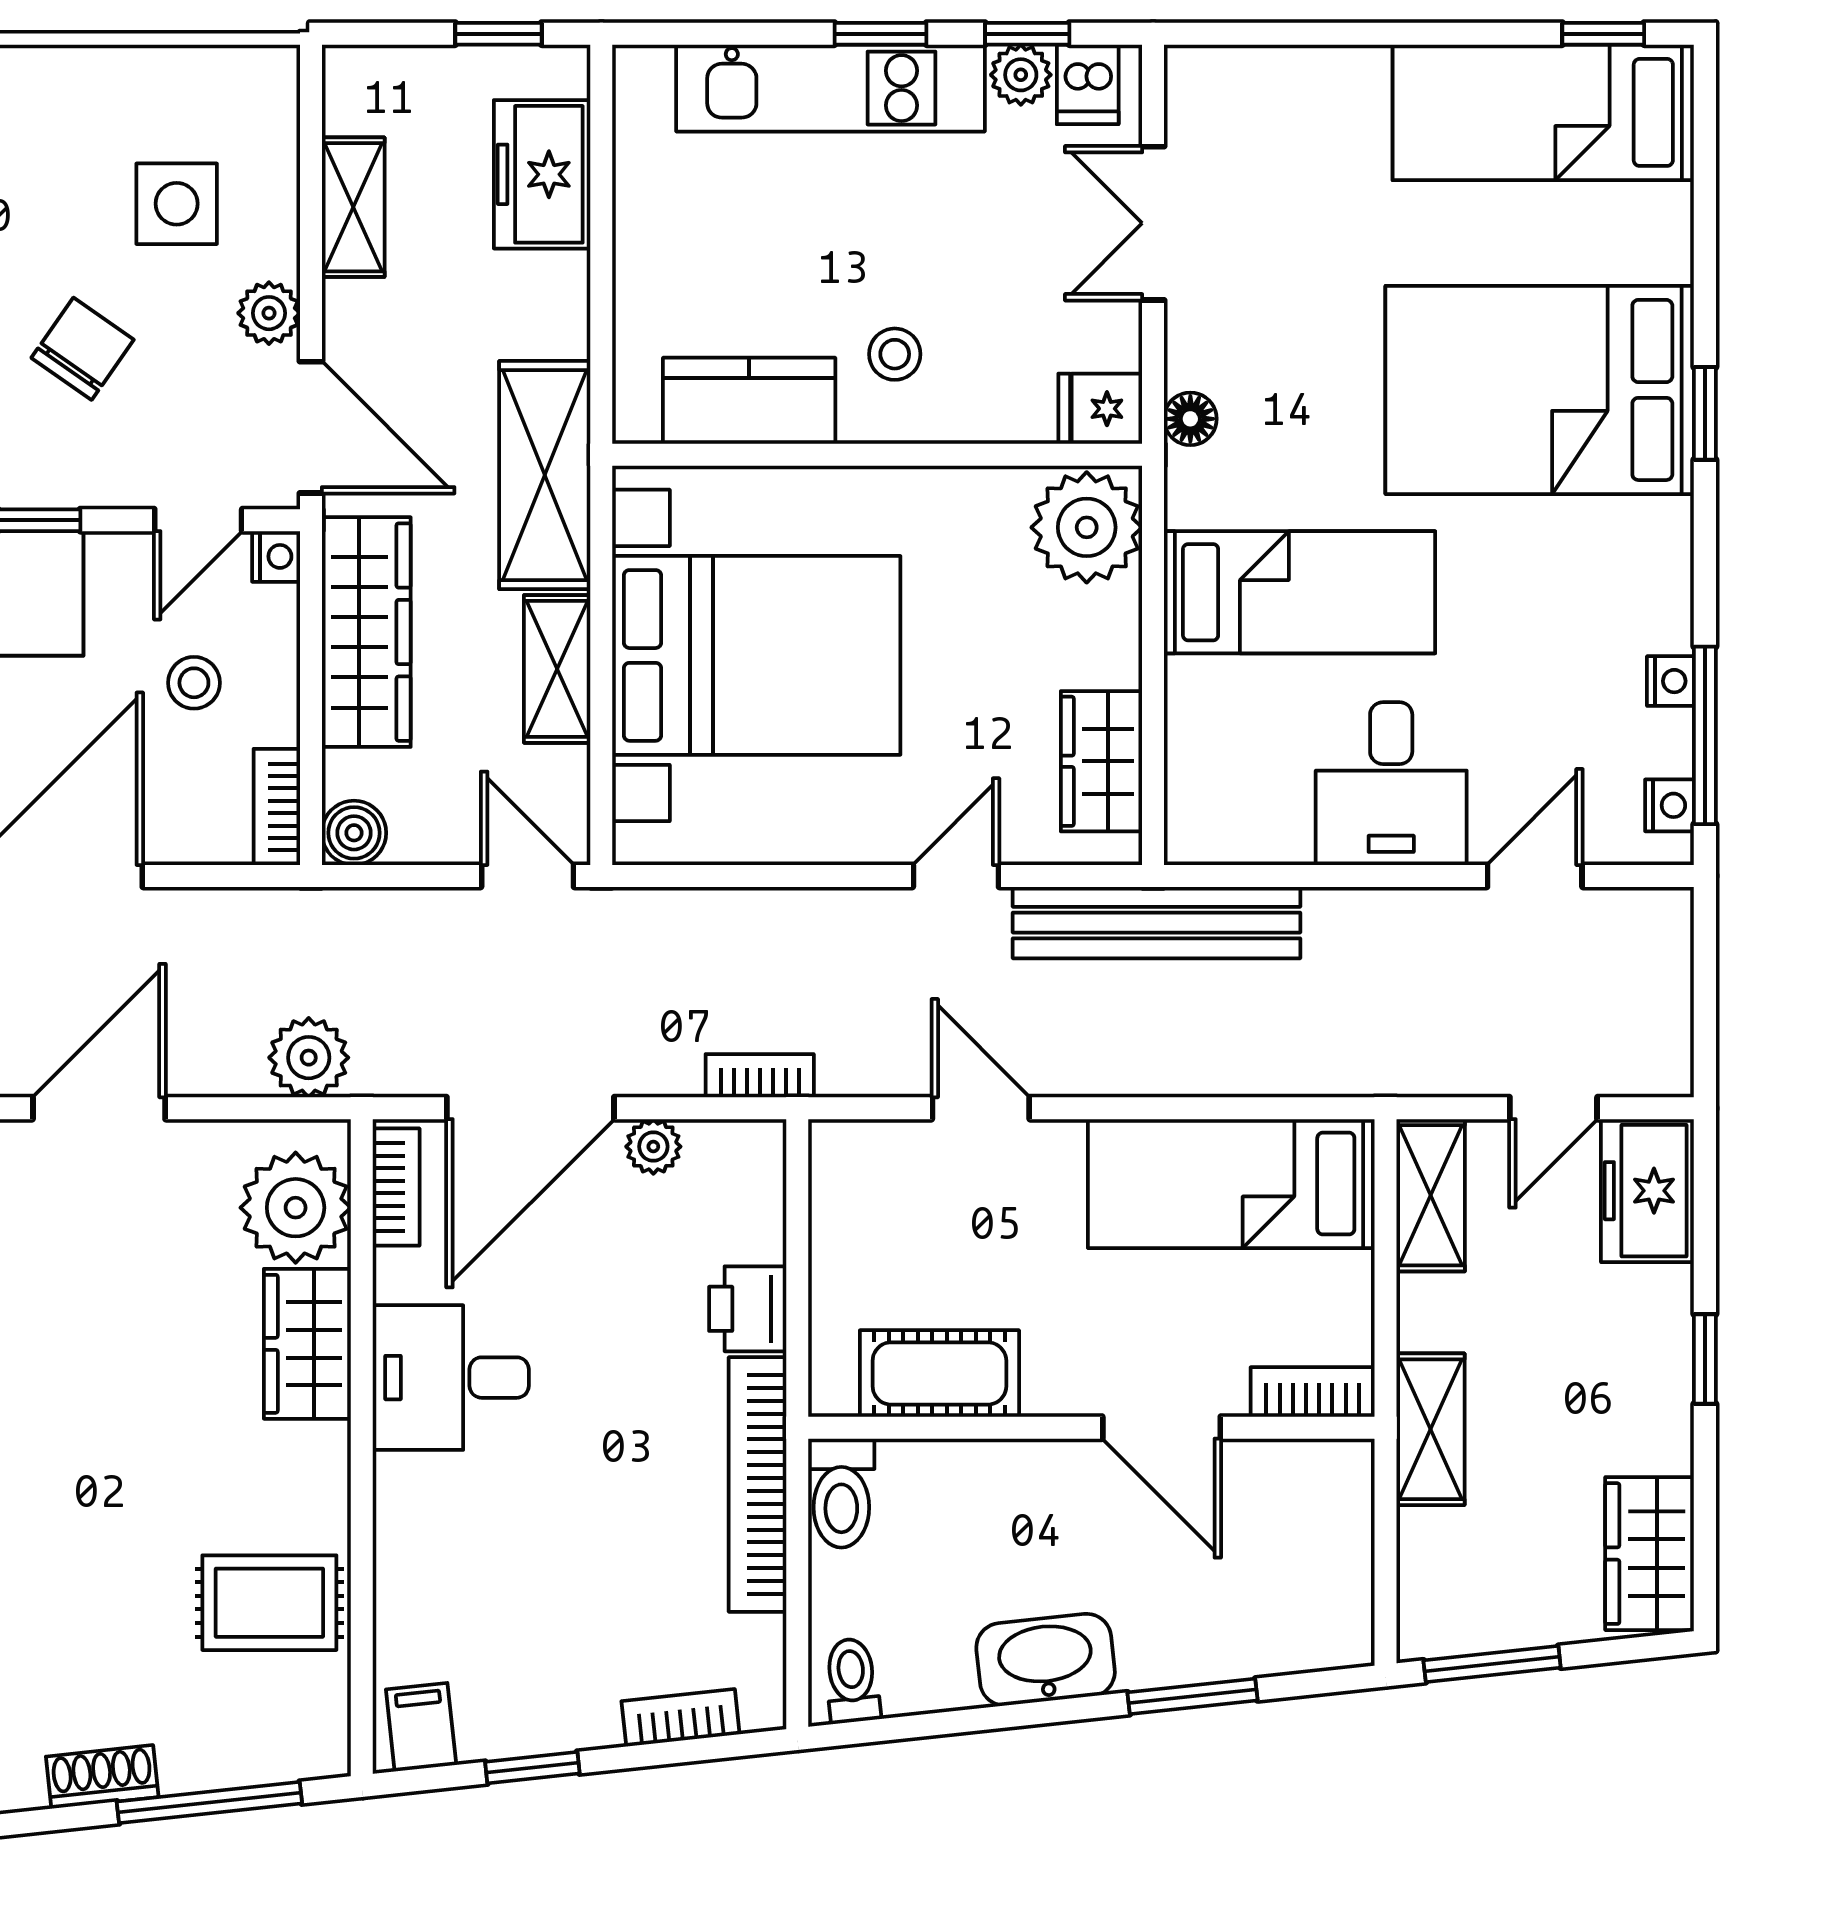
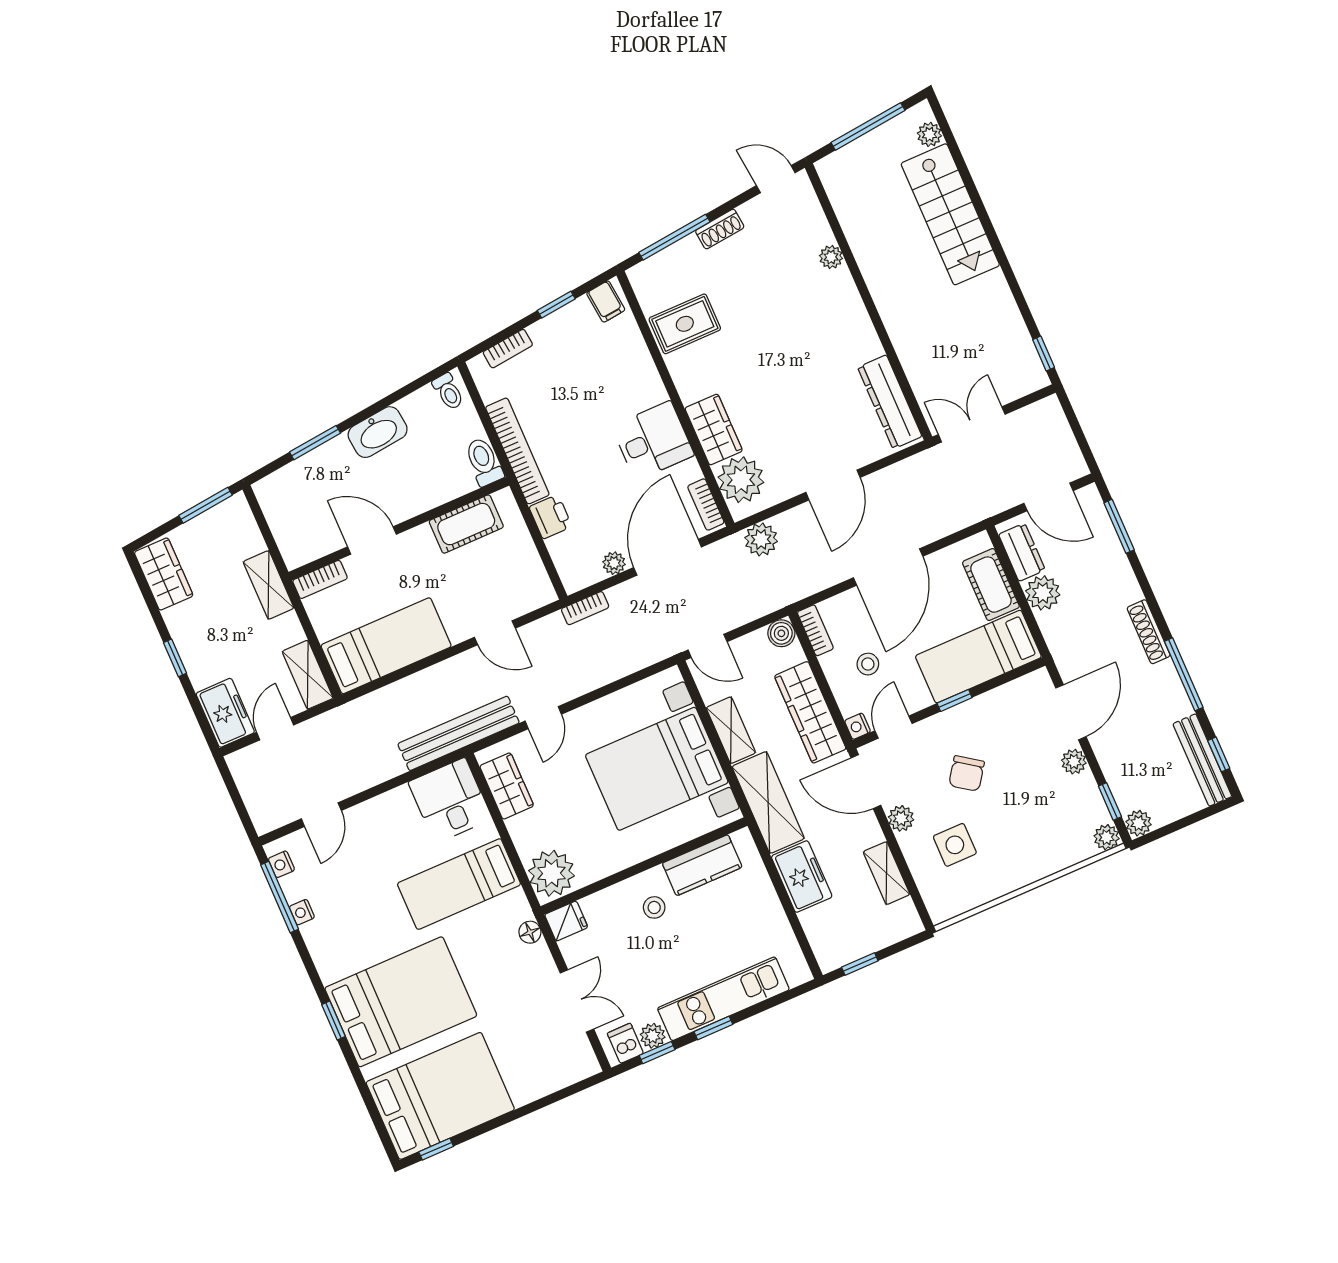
bed: (1543, 112) -> (440, 1096), width x1.50
freezer: (542, 174) -> (802, 877), moved
desk: (1391, 784) -> (450, 801), moved

